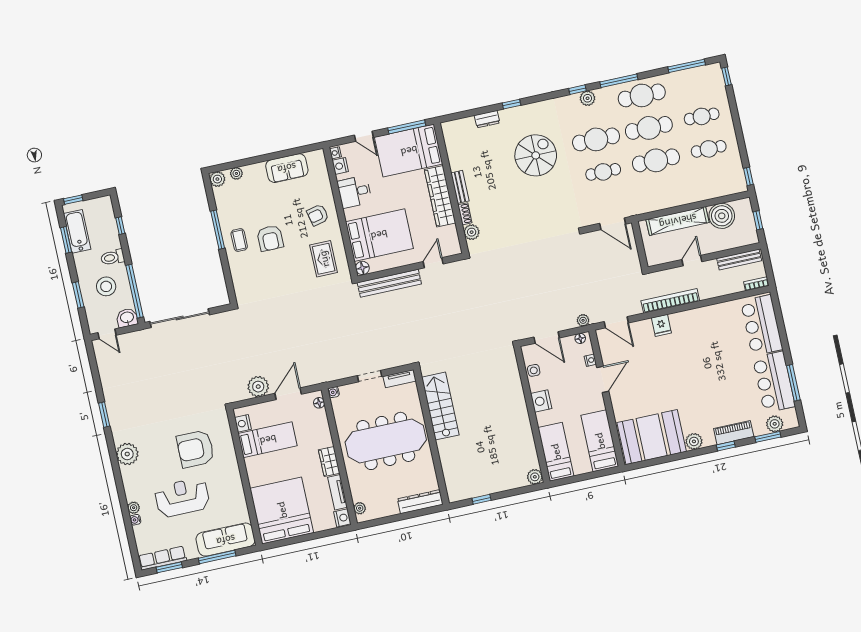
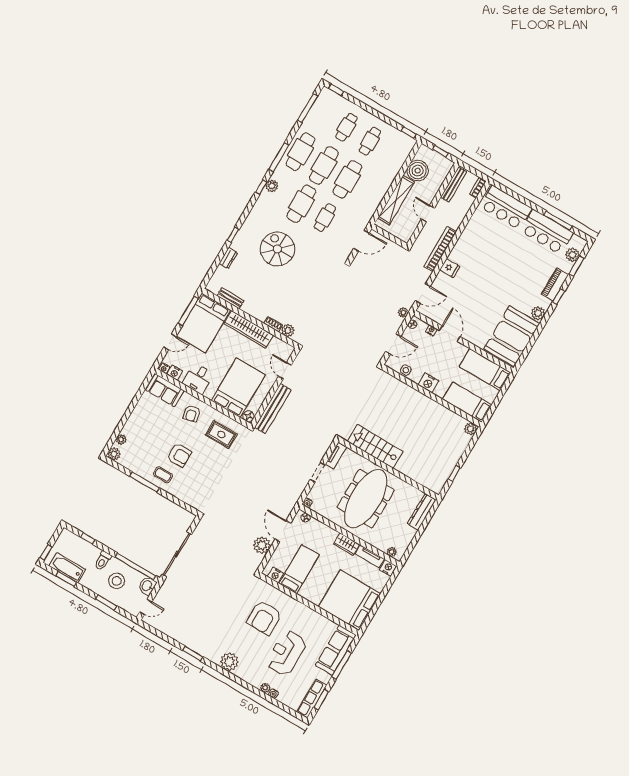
sofa: (287, 168) -> (165, 390), moved, turned 90
bench: (460, 187) -> (230, 298), moved

